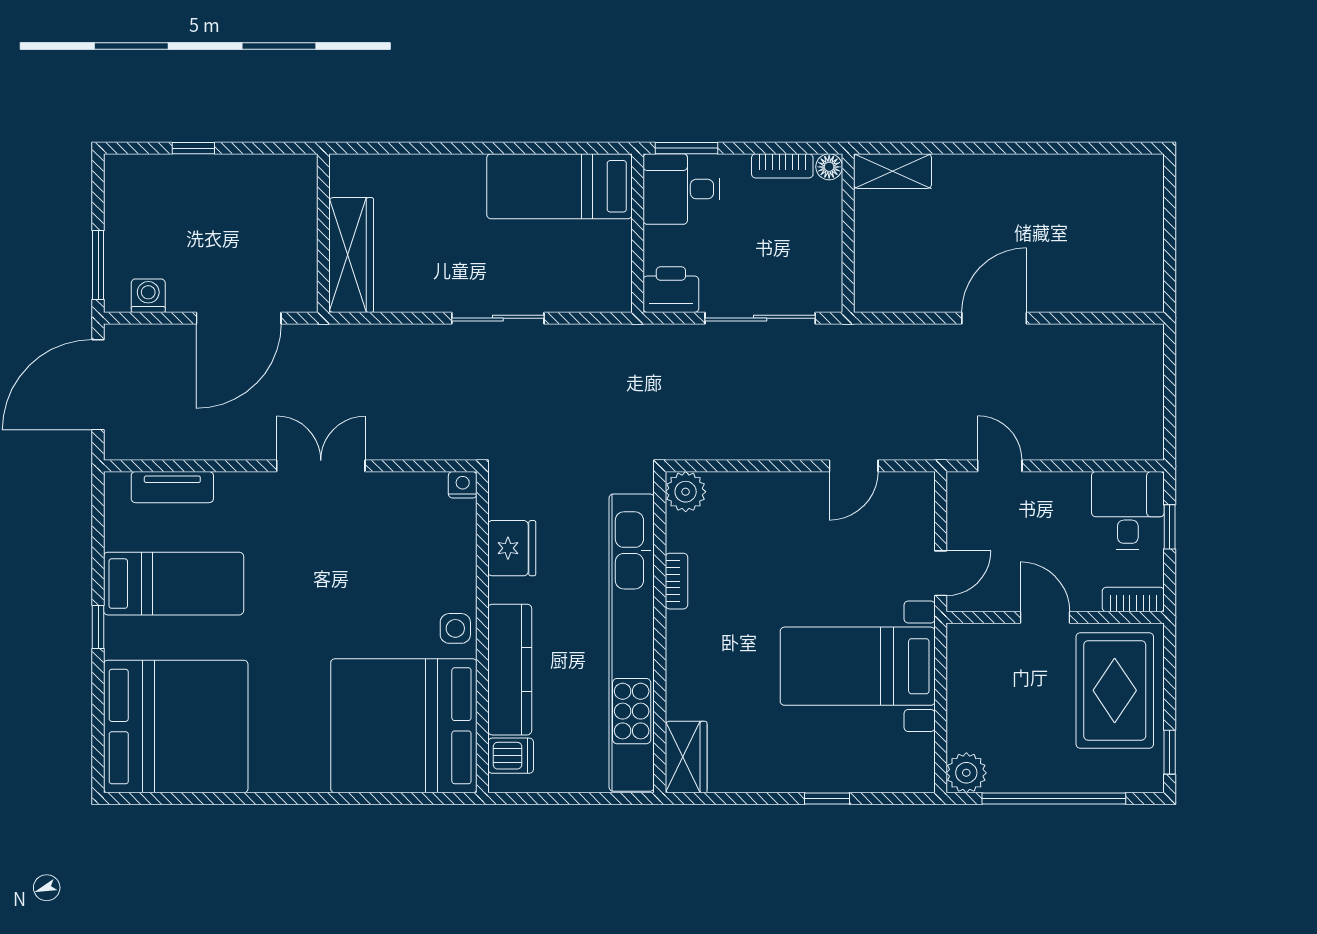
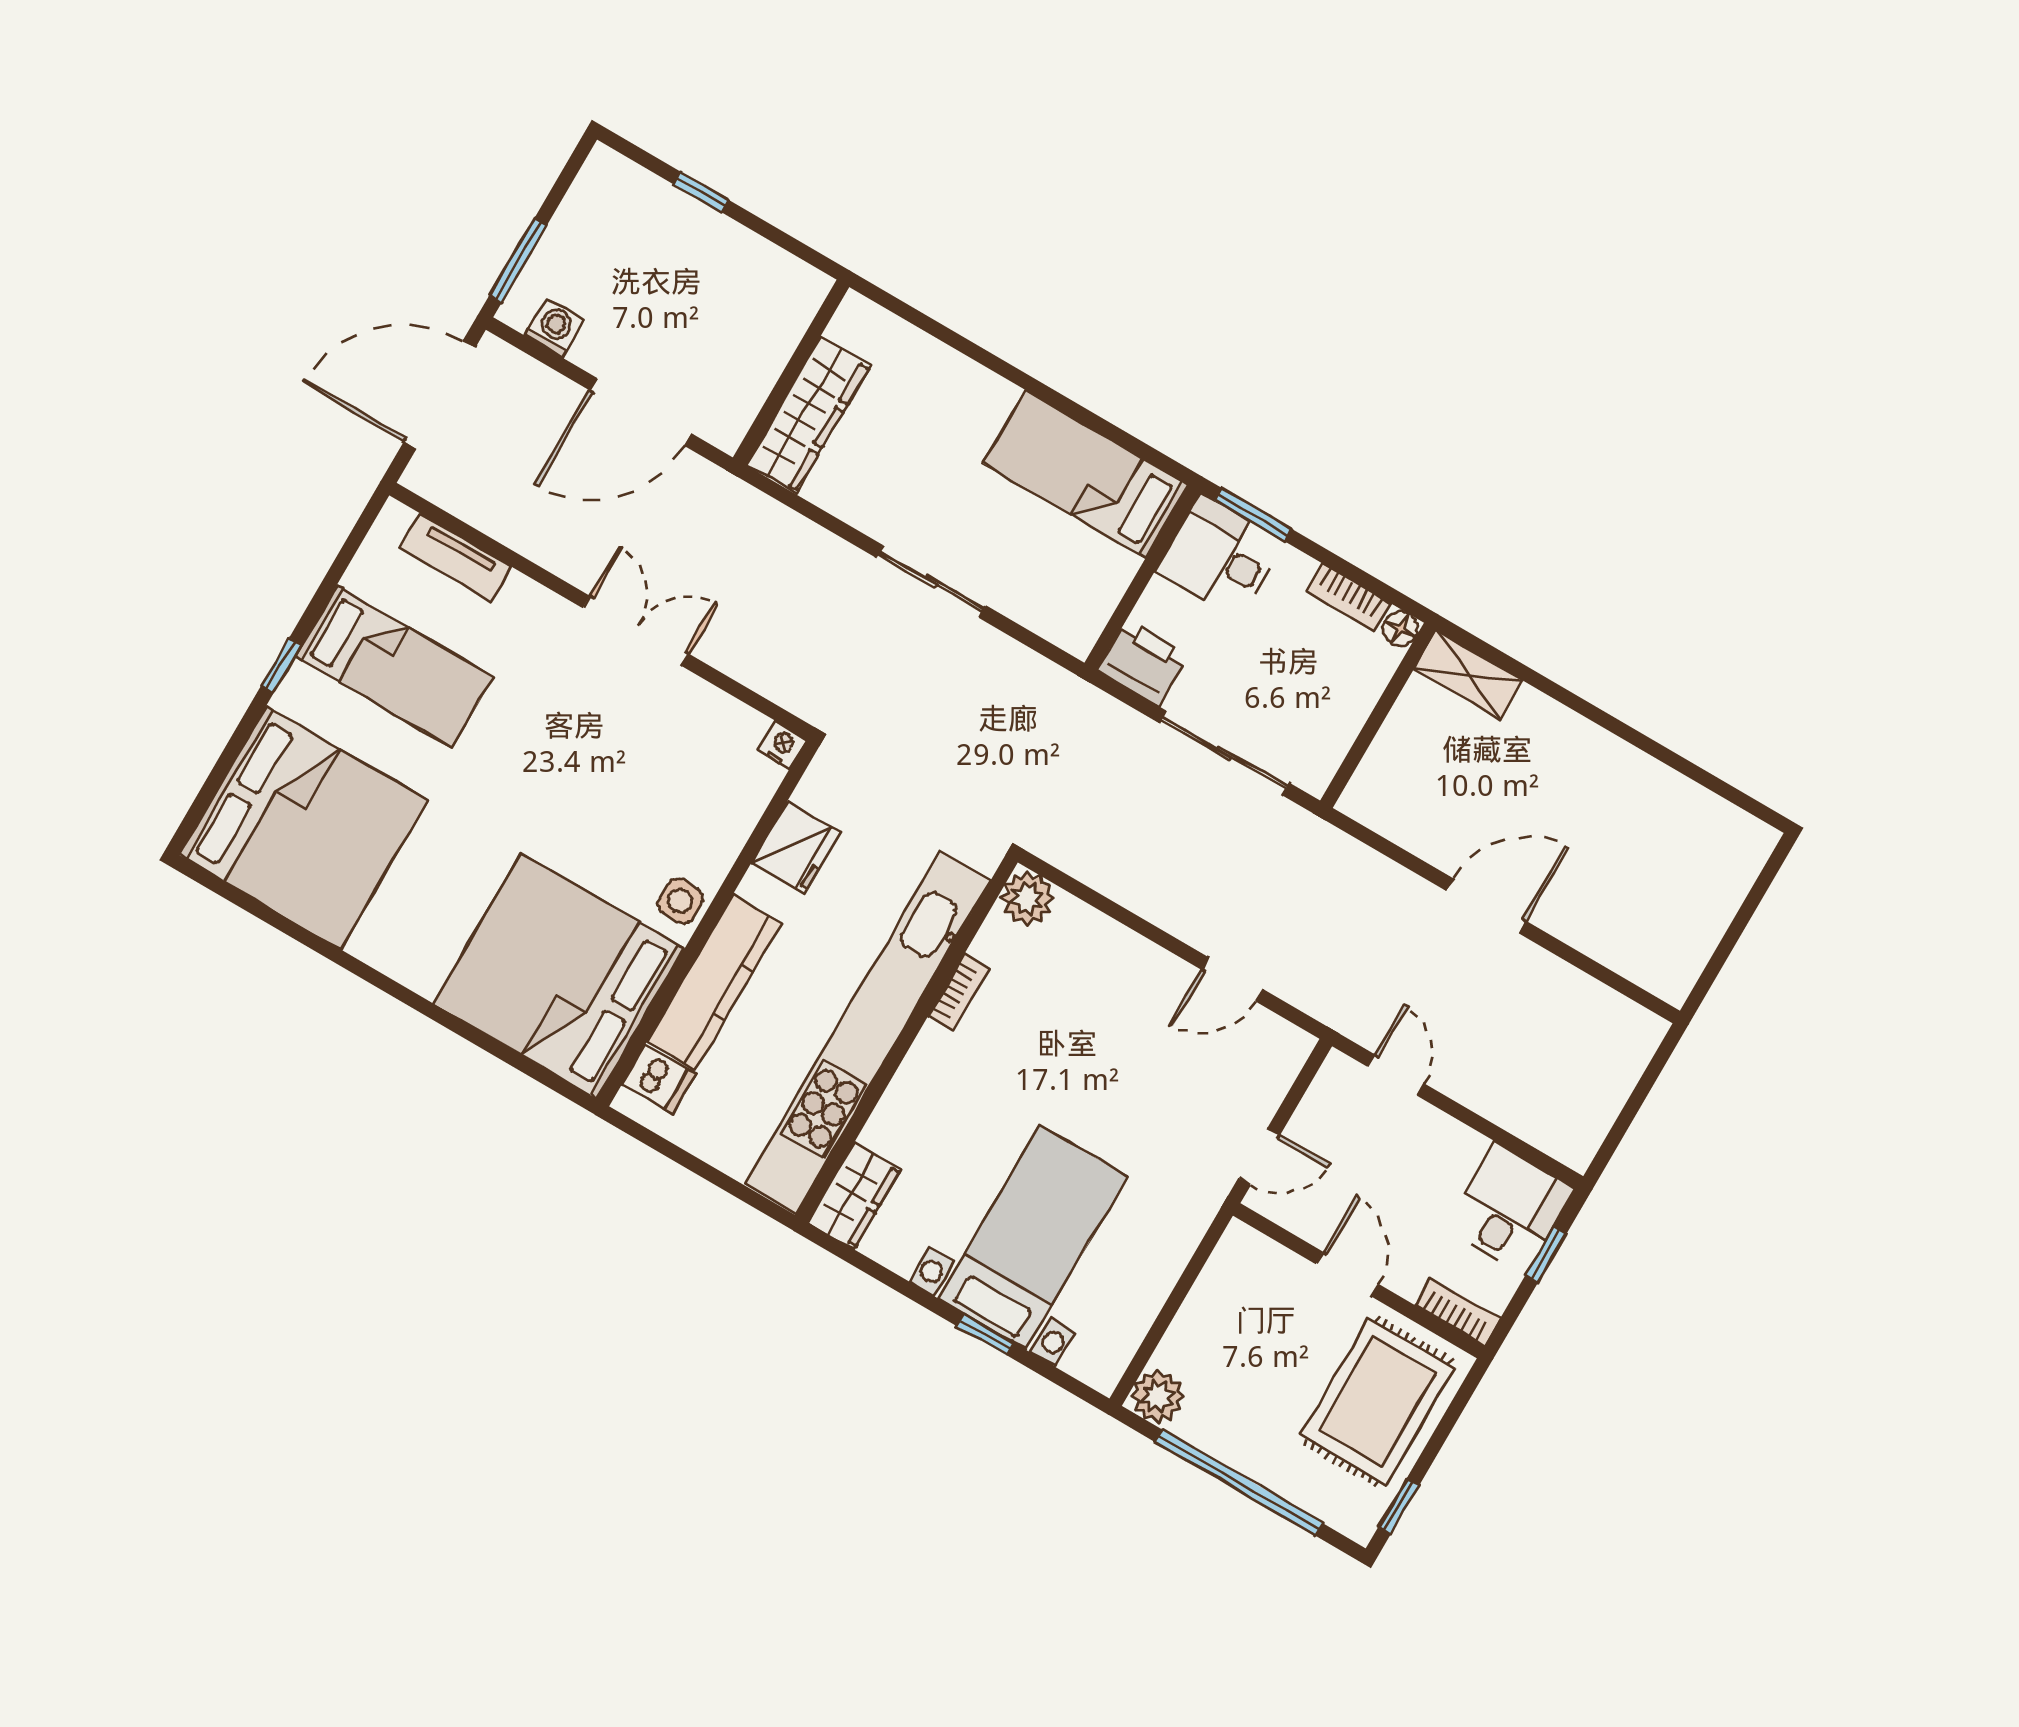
bed with nightstands: (858, 666) -> (1033, 1238), moved, turned 90

